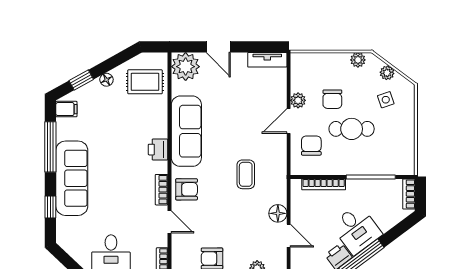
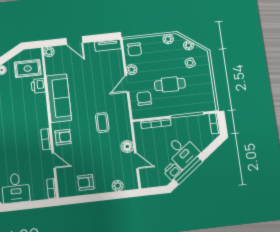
plant: (186, 67) -> (49, 52), width x0.53, depth x0.53
chair: (332, 99) -> (135, 49), moved
printer: (158, 150) -> (38, 86), moved

